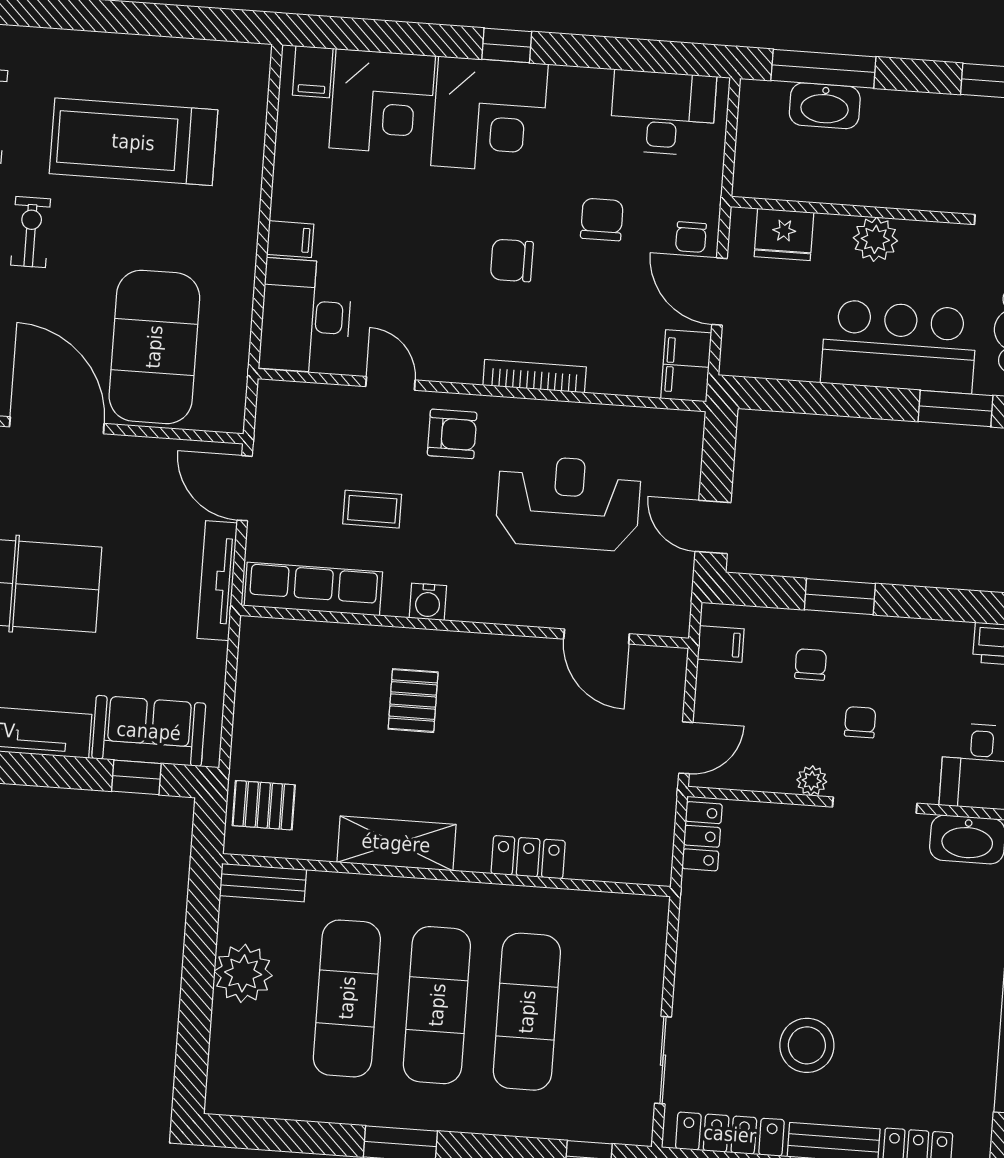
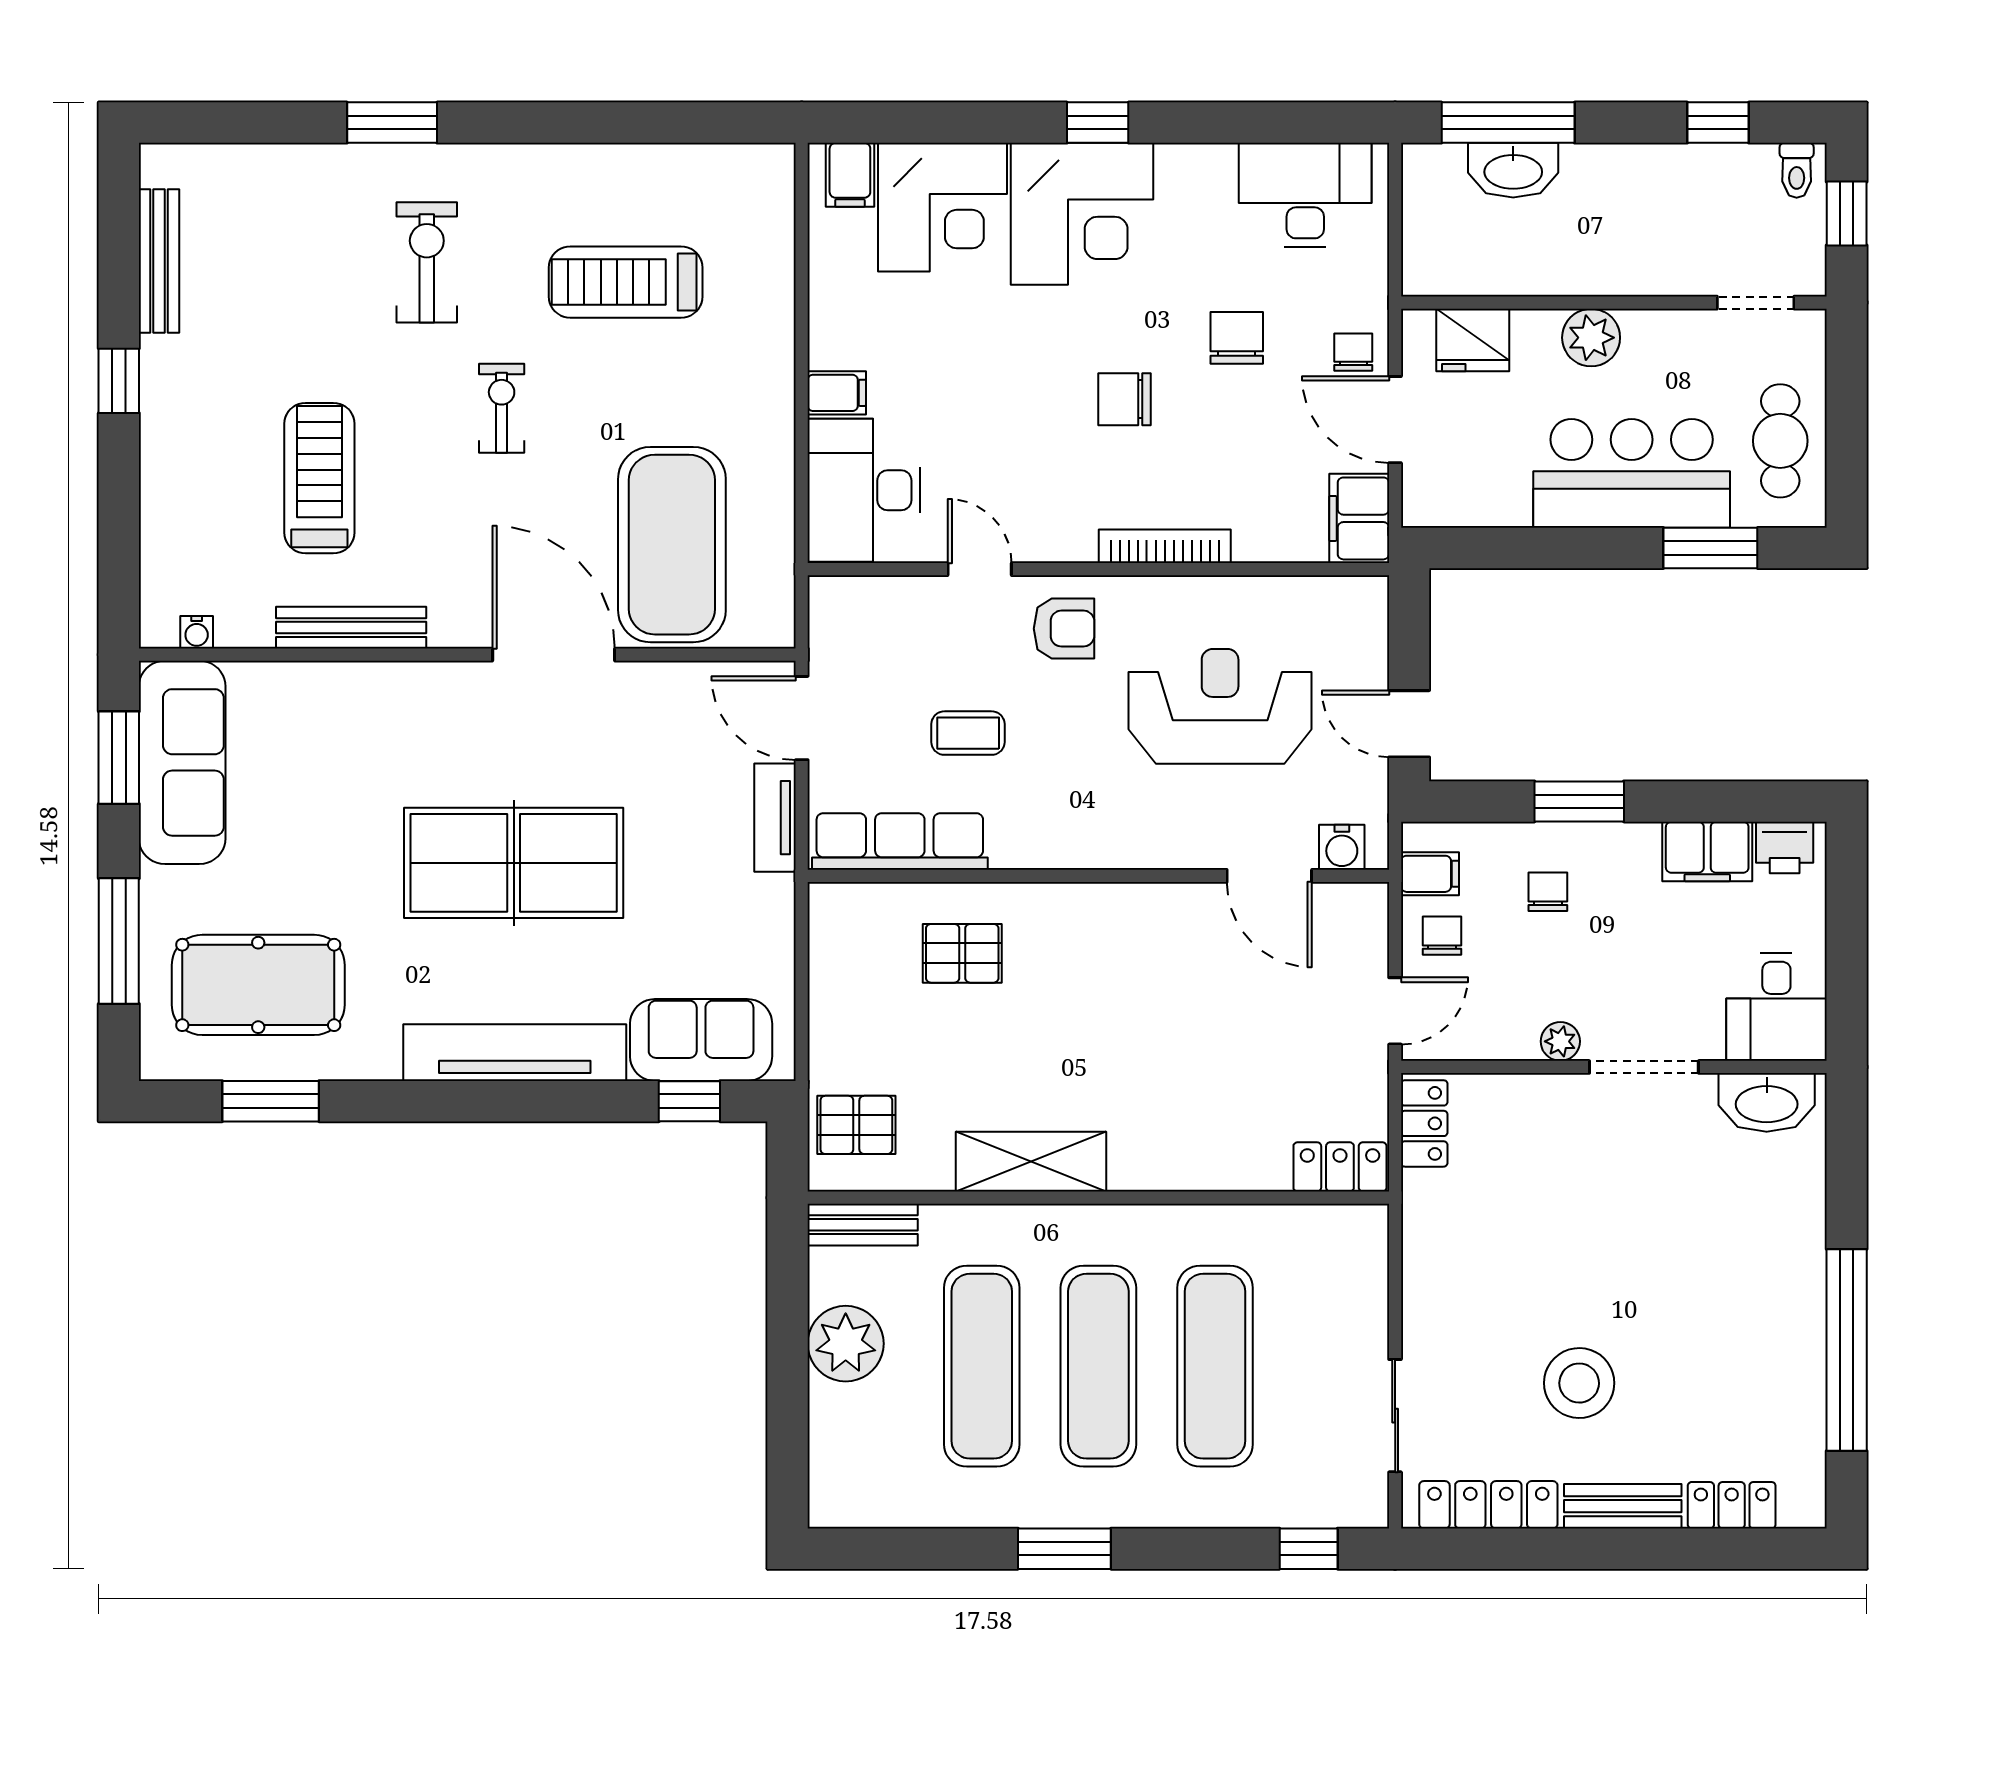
treadmill: (133, 142) -> (626, 282), width x0.73, depth x0.73
chair: (691, 237) -> (1353, 352), turned 180
tv unit: (217, 581) -> (775, 818), width x0.71
water cooler: (428, 602) -> (1342, 847), moved
filing cabinet: (936, 642) -> (1707, 851), added
pallet: (413, 701) -> (962, 953), moved, turned 90
chair: (860, 722) -> (1442, 936), moved
locker: (528, 857) -> (1340, 1167), moved

